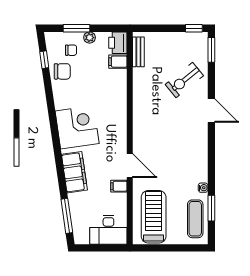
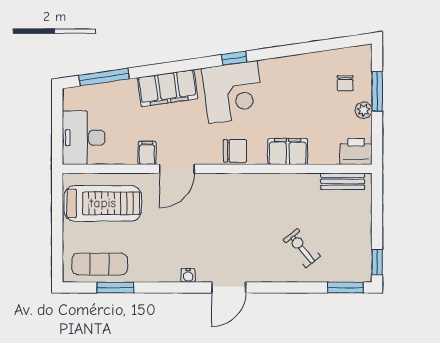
window: (44, 60) -> (234, 58), moved
filing cabinet: (118, 62) -> (288, 152), moved, width x2.00
chair: (62, 71) -> (235, 151), moved, turned -90
exercise bike: (184, 80) -> (302, 248), width x0.73, depth x0.72
door: (211, 111) -> (229, 287), moved
water cooler: (203, 188) -> (188, 275), moved

